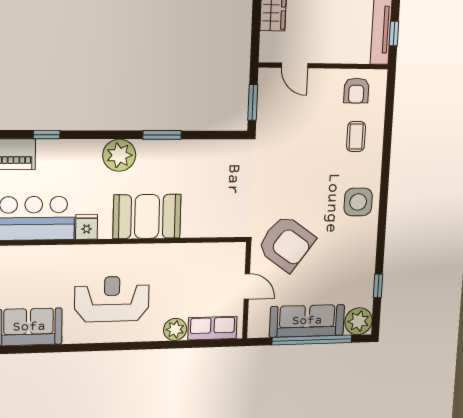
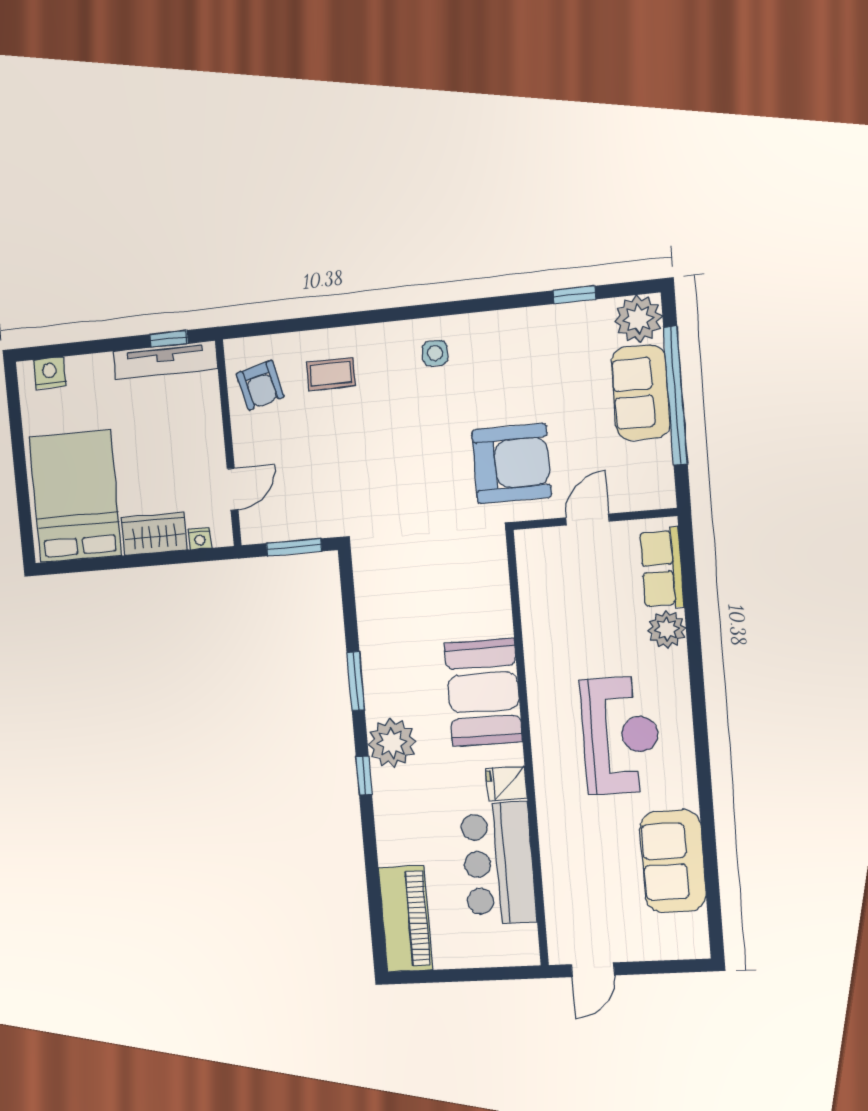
nightstand: (266, 40) -> (200, 539), added
armchair: (356, 91) -> (260, 385), turned 76
window: (47, 135) -> (364, 775), moved
side table: (358, 202) -> (435, 353), width x0.54, depth x0.54
armchair: (286, 243) -> (512, 464), turned 54
reception desk: (112, 299) -> (620, 735), turned 180
sofa: (307, 321) -> (641, 393), width x0.73

